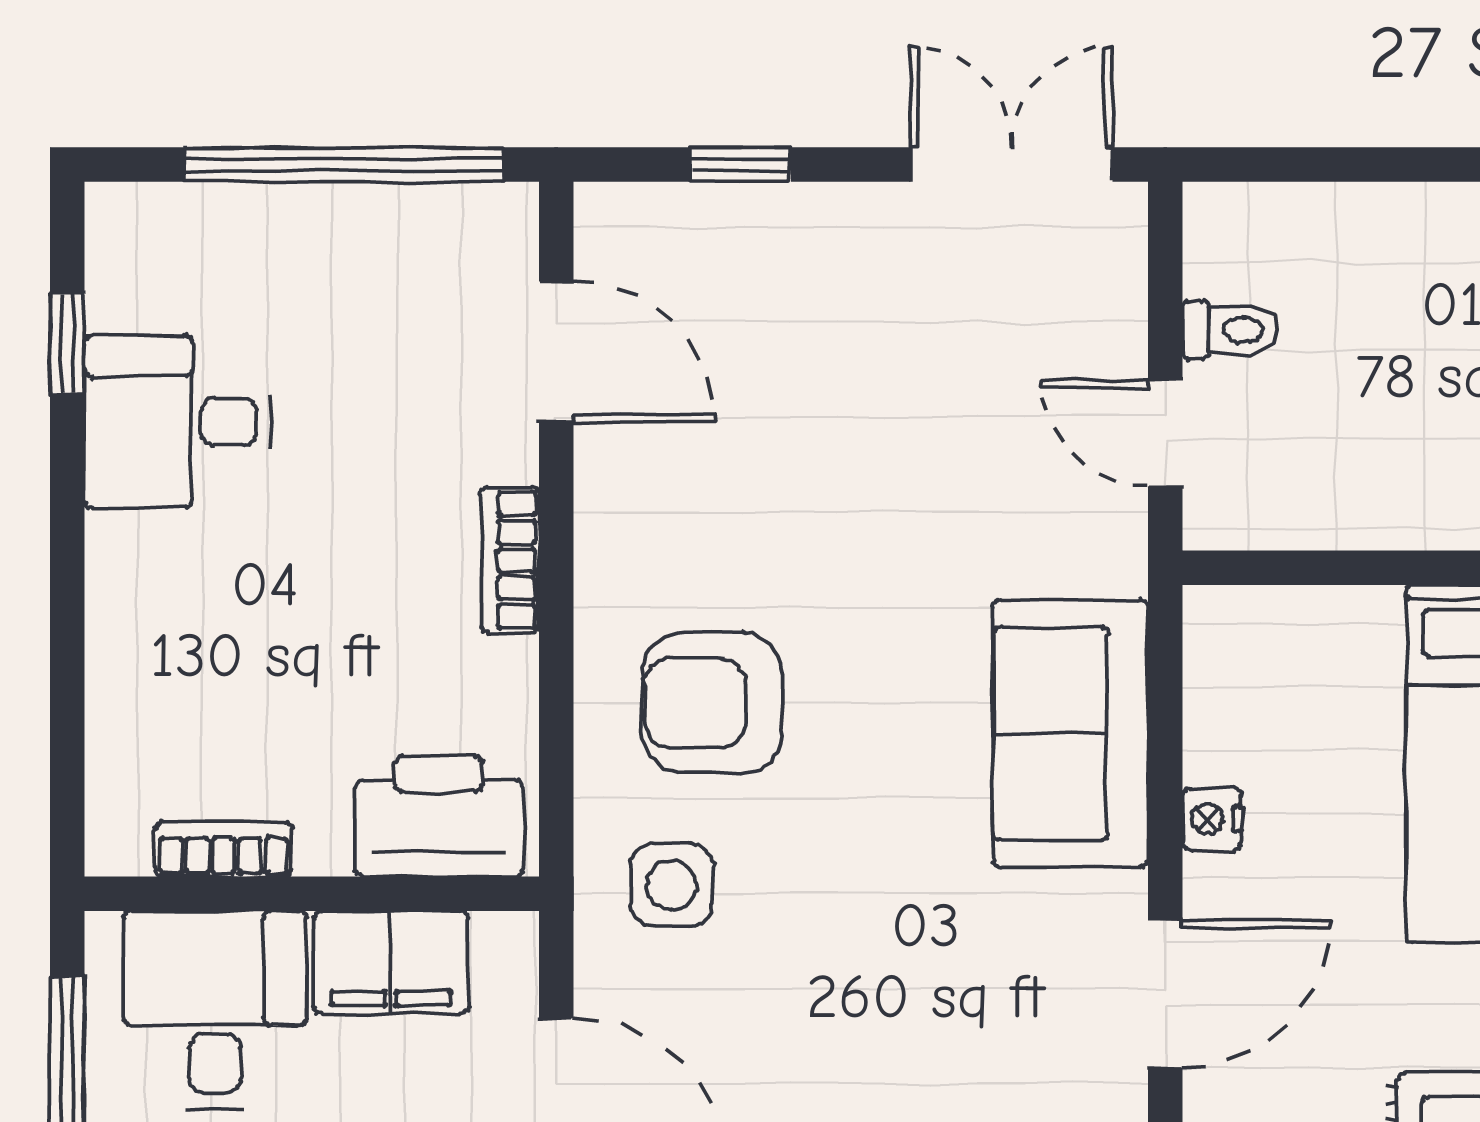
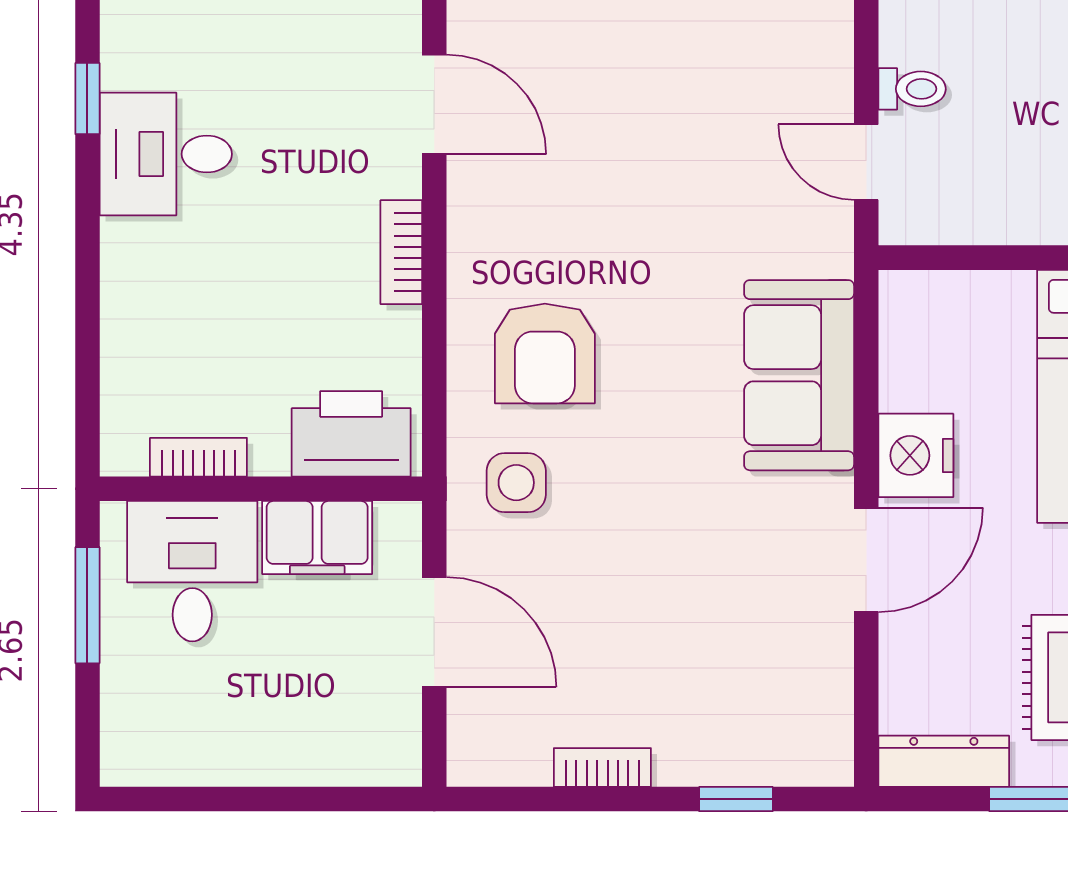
armchair: (712, 703) -> (545, 353), turned -90
nightstand: (1212, 819) -> (916, 455), width x1.89, depth x1.79

